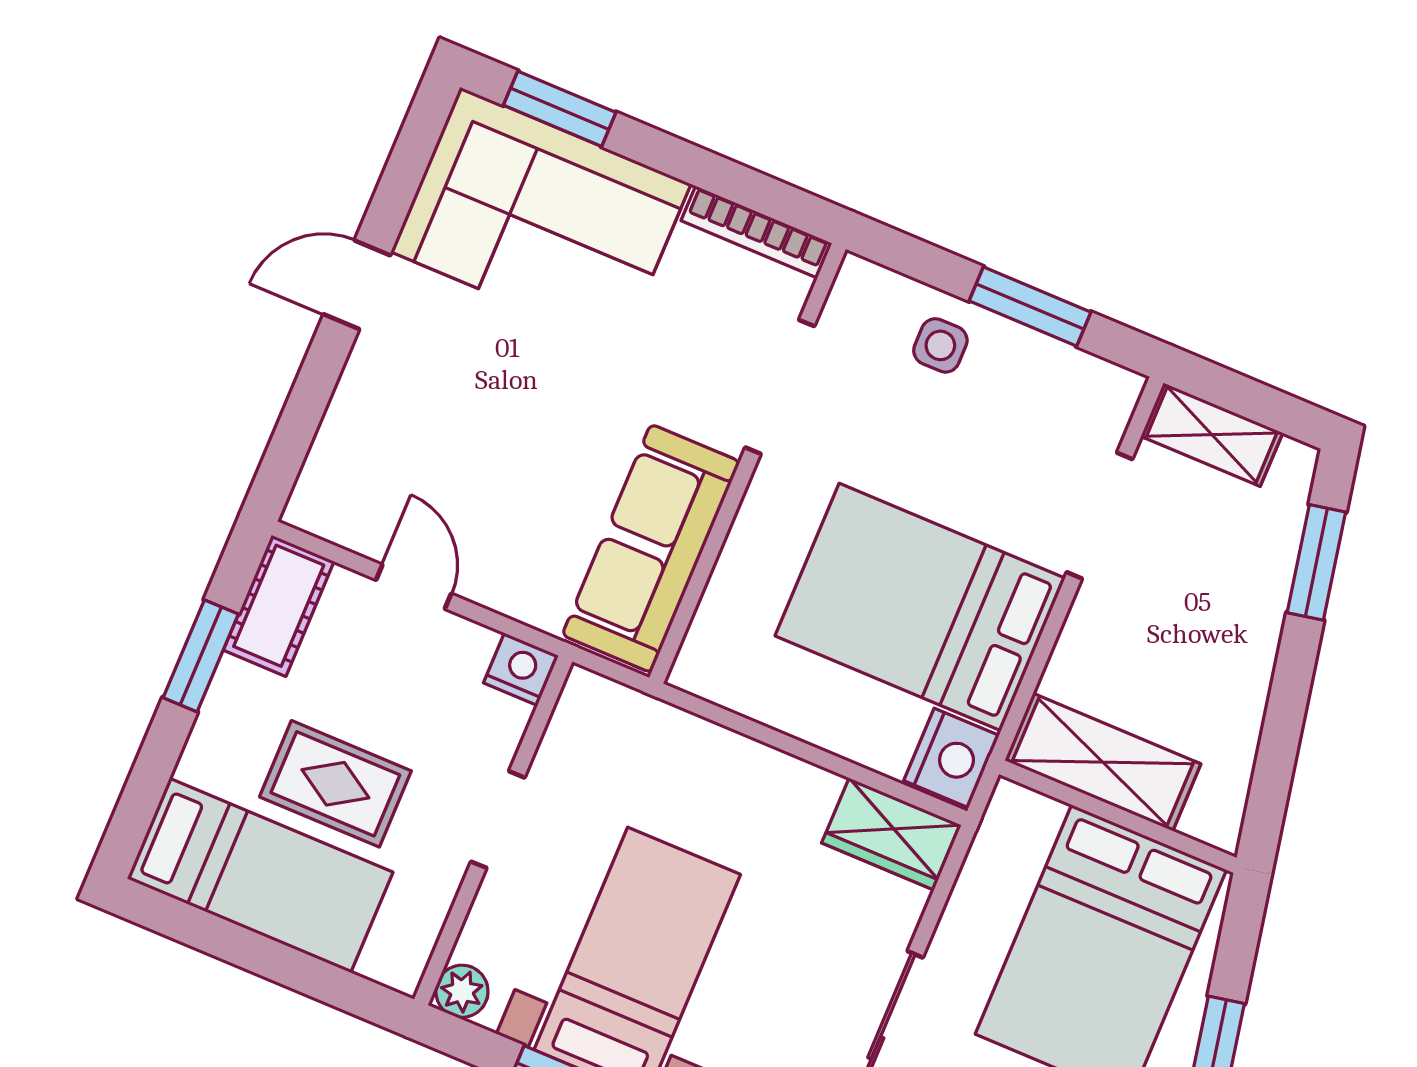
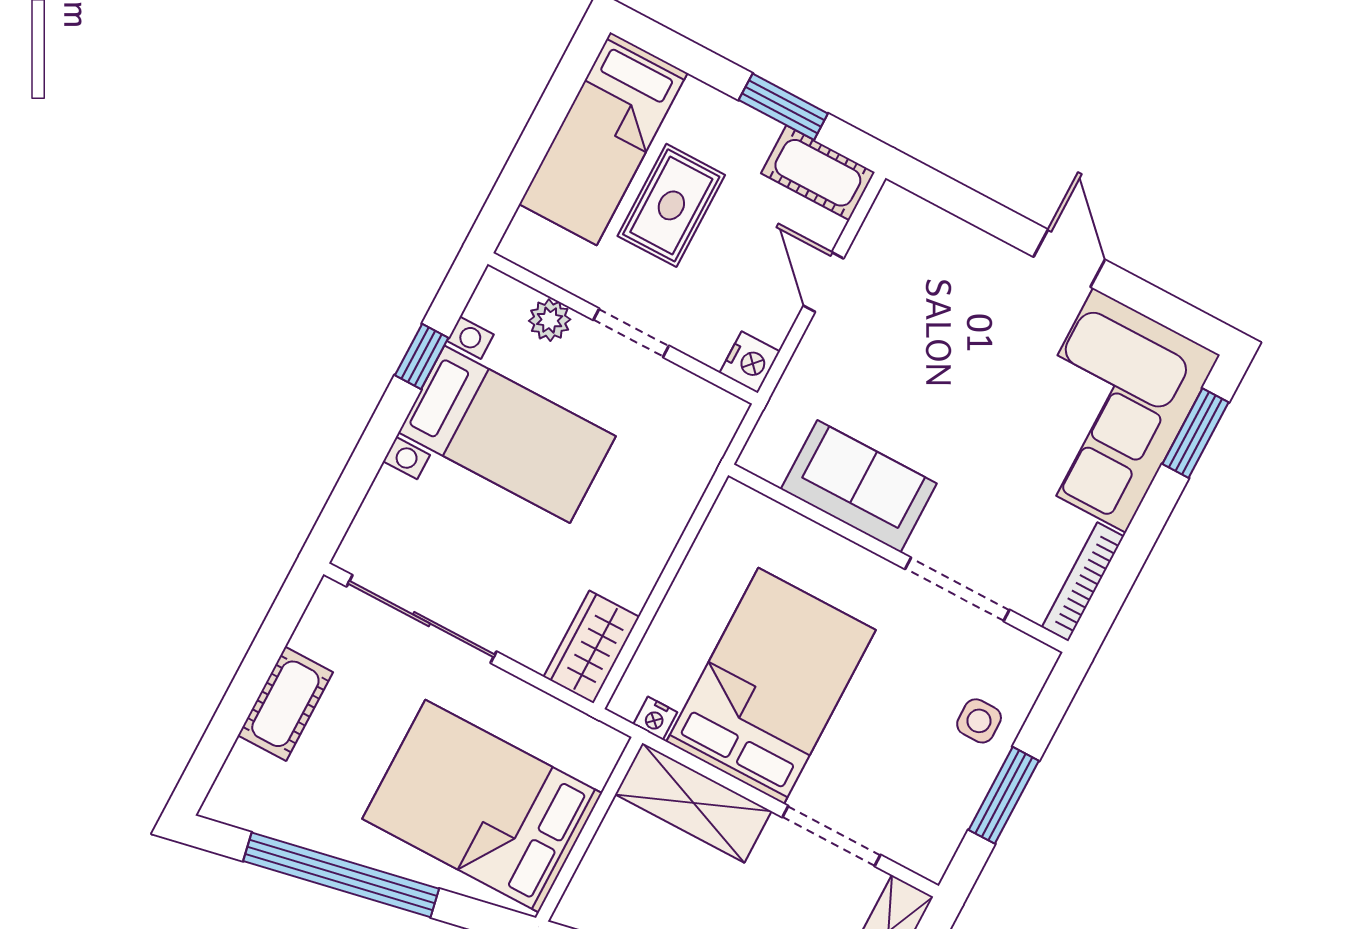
sofa: (651, 548) -> (859, 486), width x0.73
door: (414, 587) -> (823, 282), swing flipped
nightstand: (951, 758) -> (655, 718), width x0.53, depth x0.56
shelving: (1103, 762) -> (693, 803), moved, turned 90
plant: (462, 991) -> (550, 320), moved

